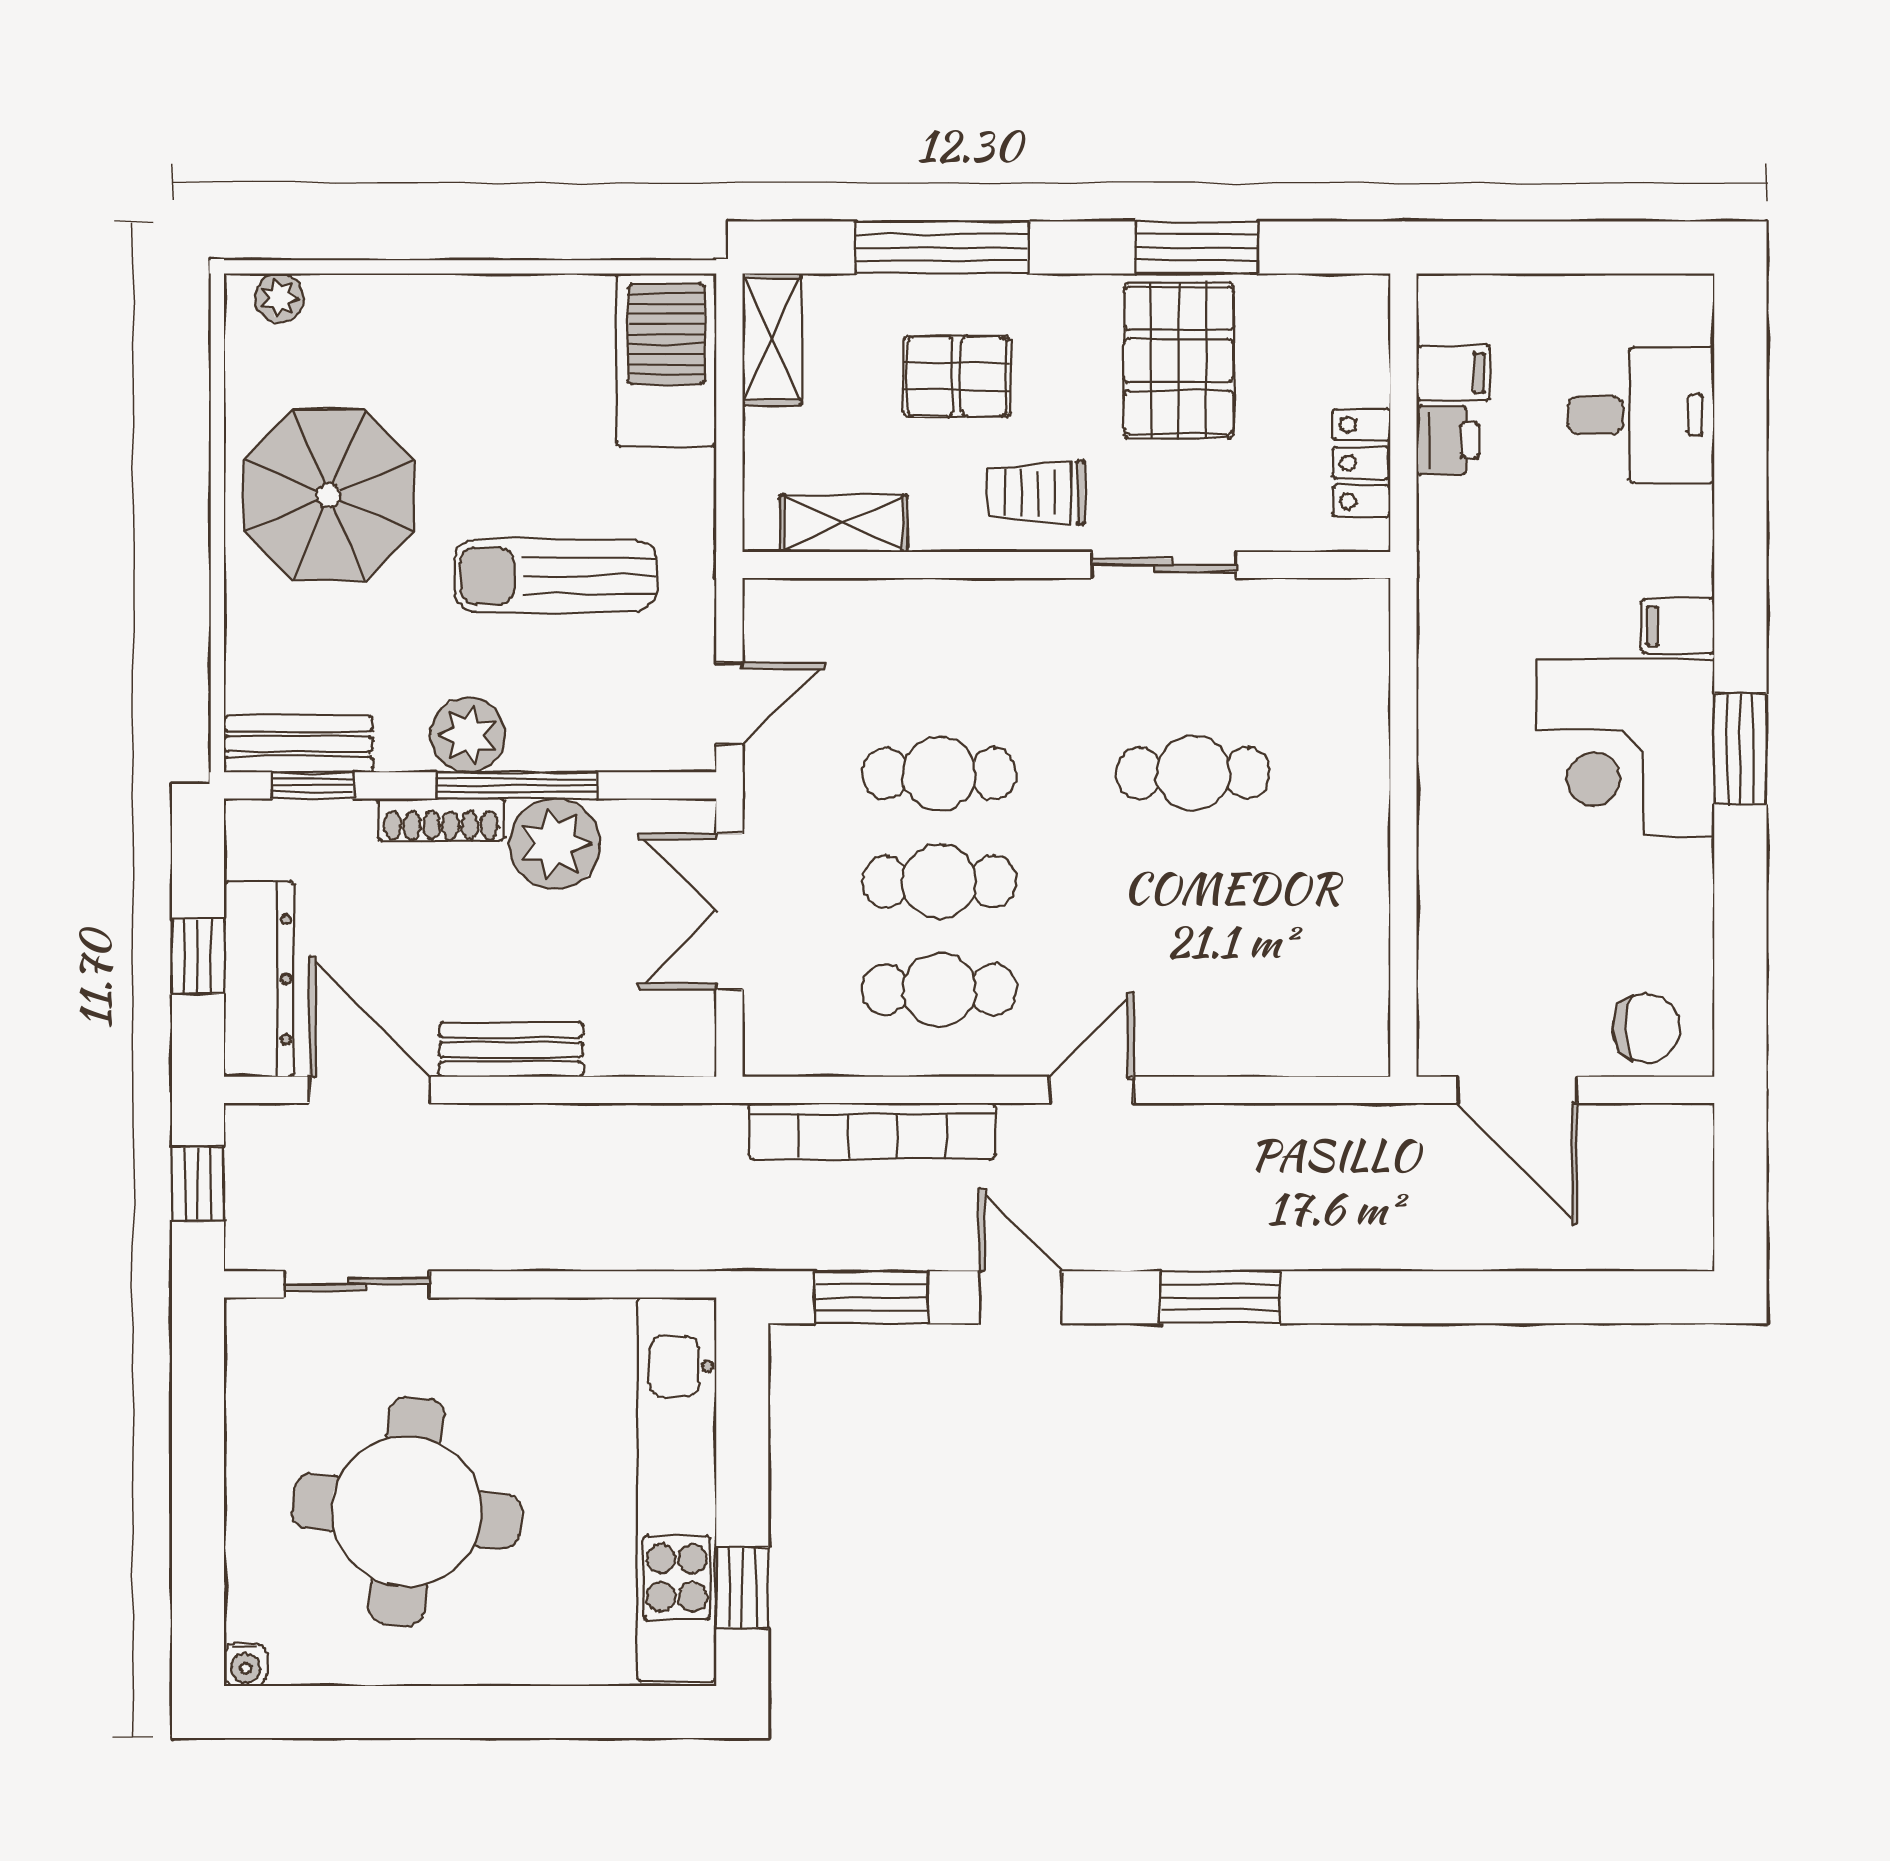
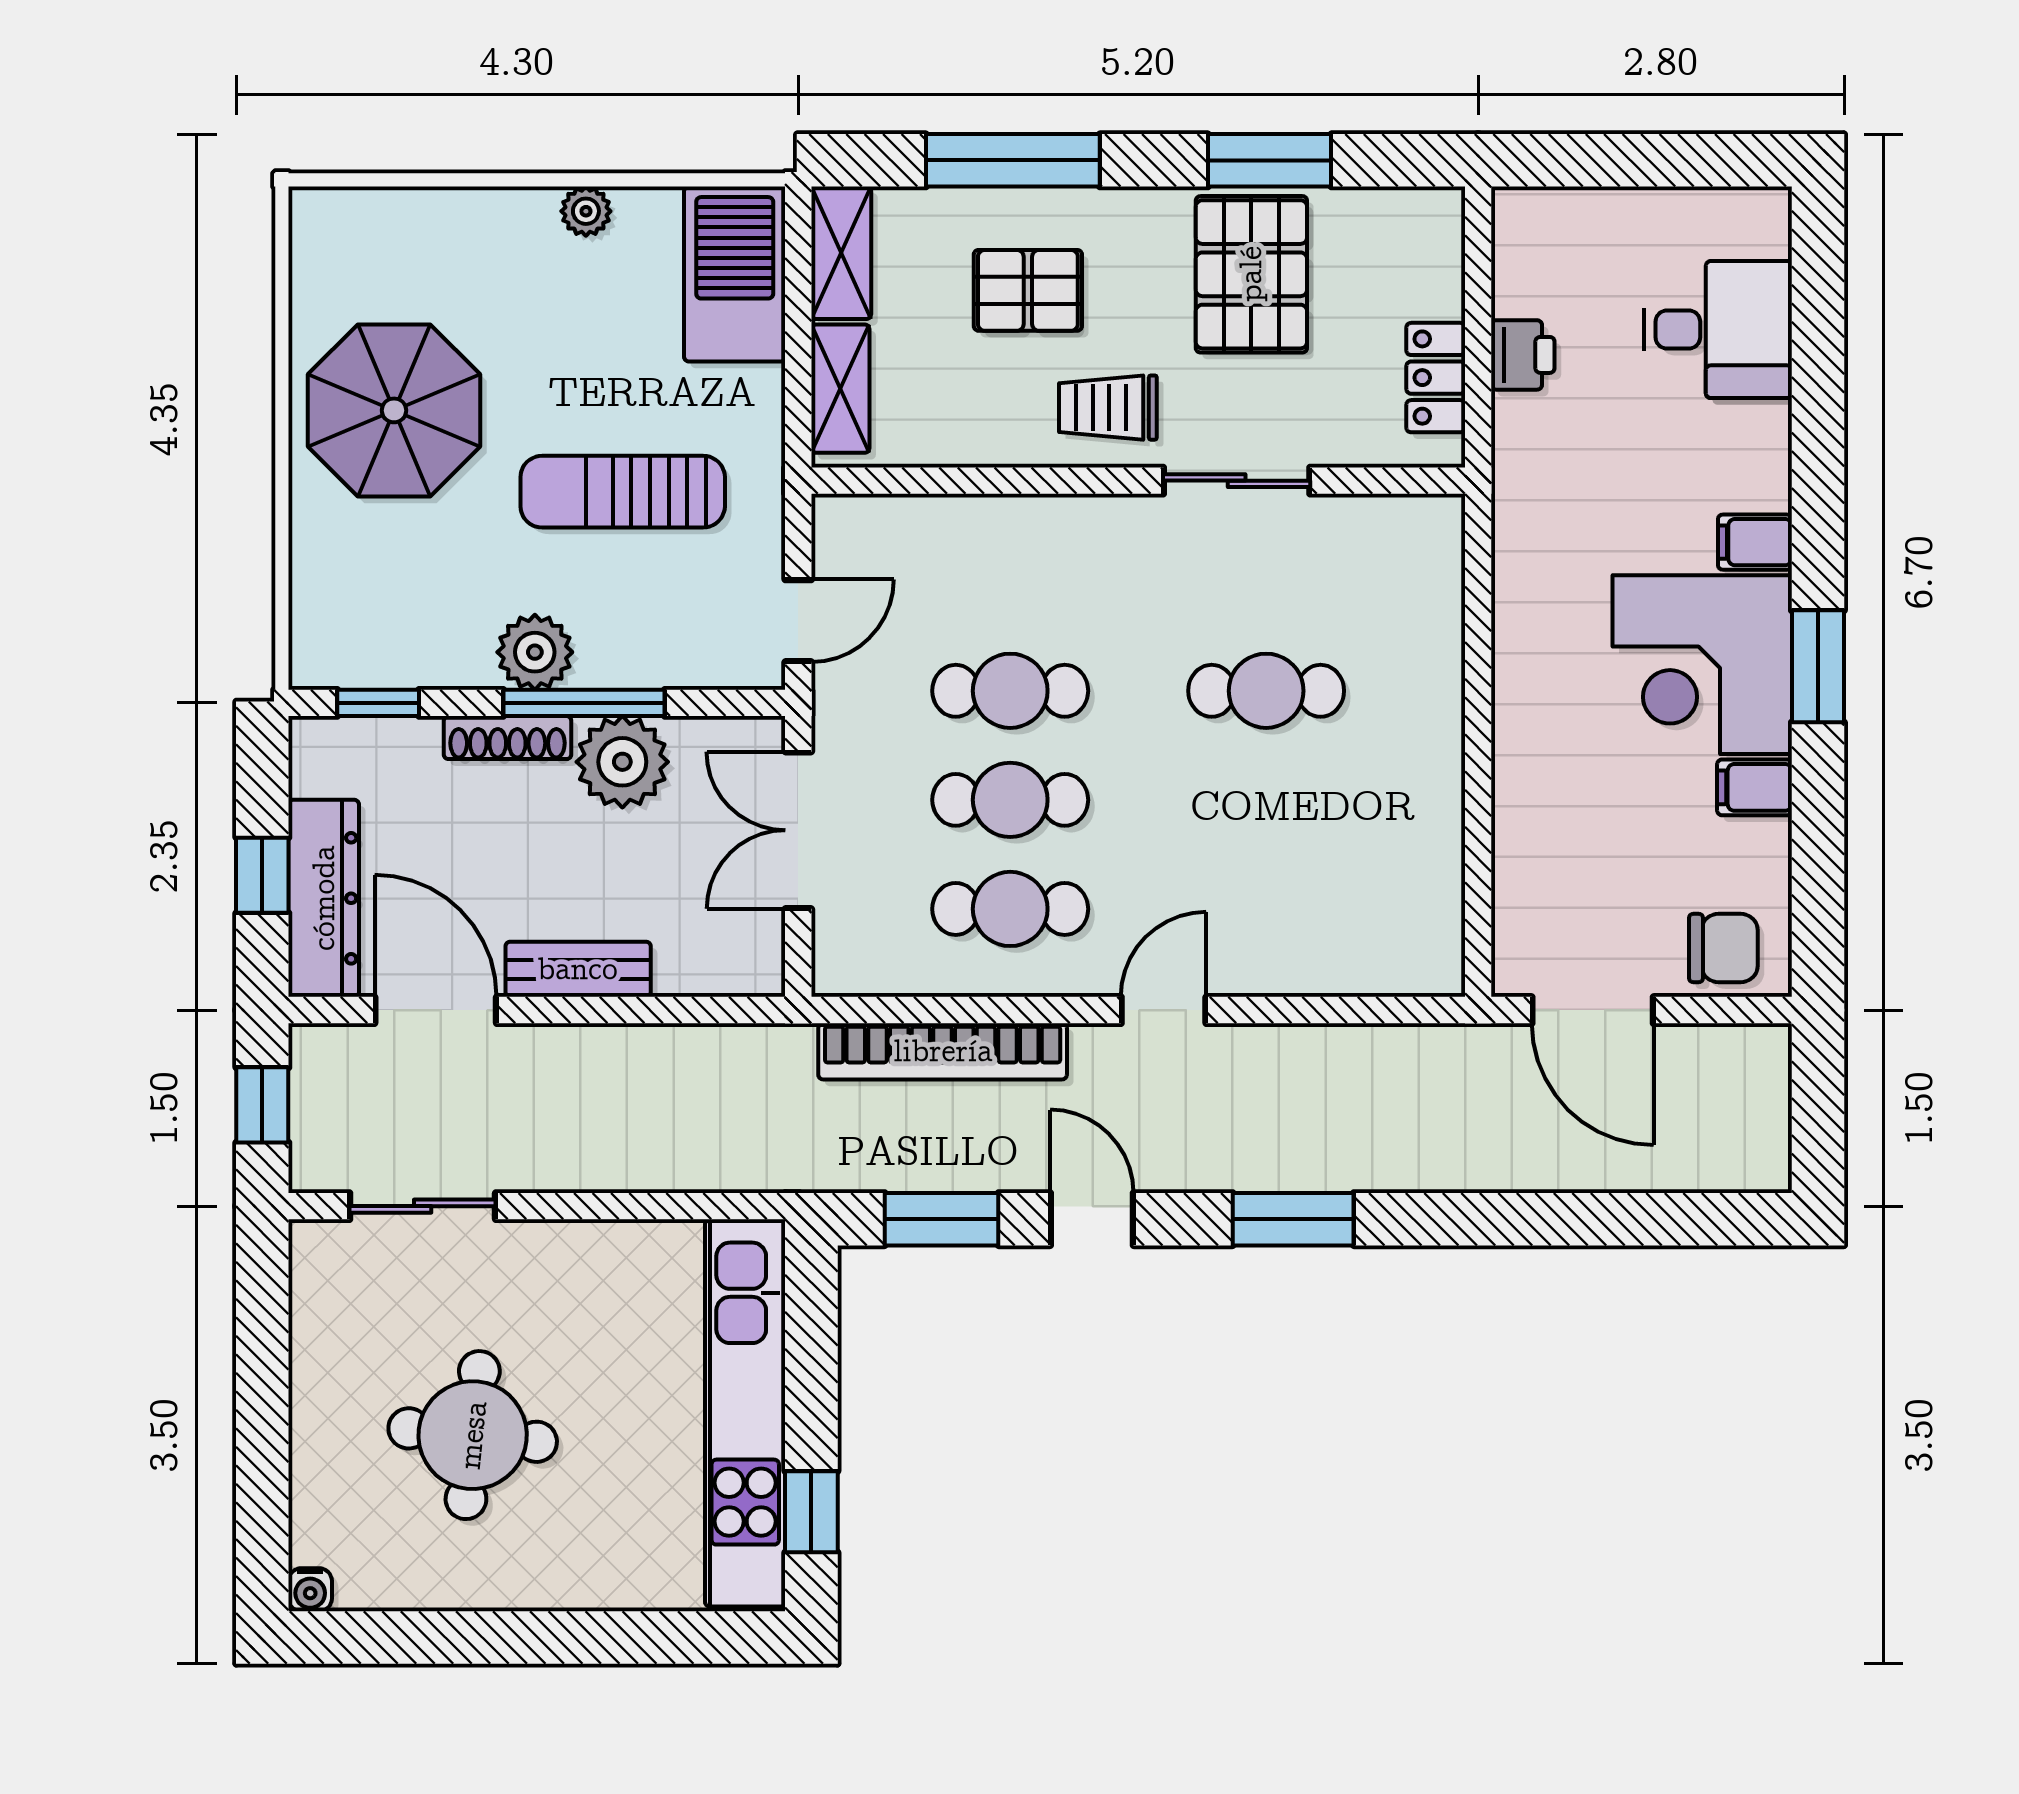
plant: (279, 298) -> (586, 211), moved
filing cabinet: (1453, 373) -> (1755, 787), moved, turned 180
shelving: (843, 523) -> (840, 389), moved, turned 90
bench: (298, 744) -> (364, 661), removed
round table: (406, 1511) -> (473, 1435), width x0.73, depth x0.73

